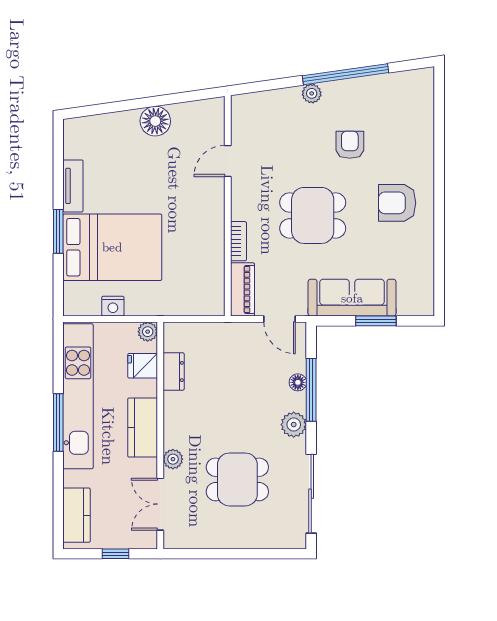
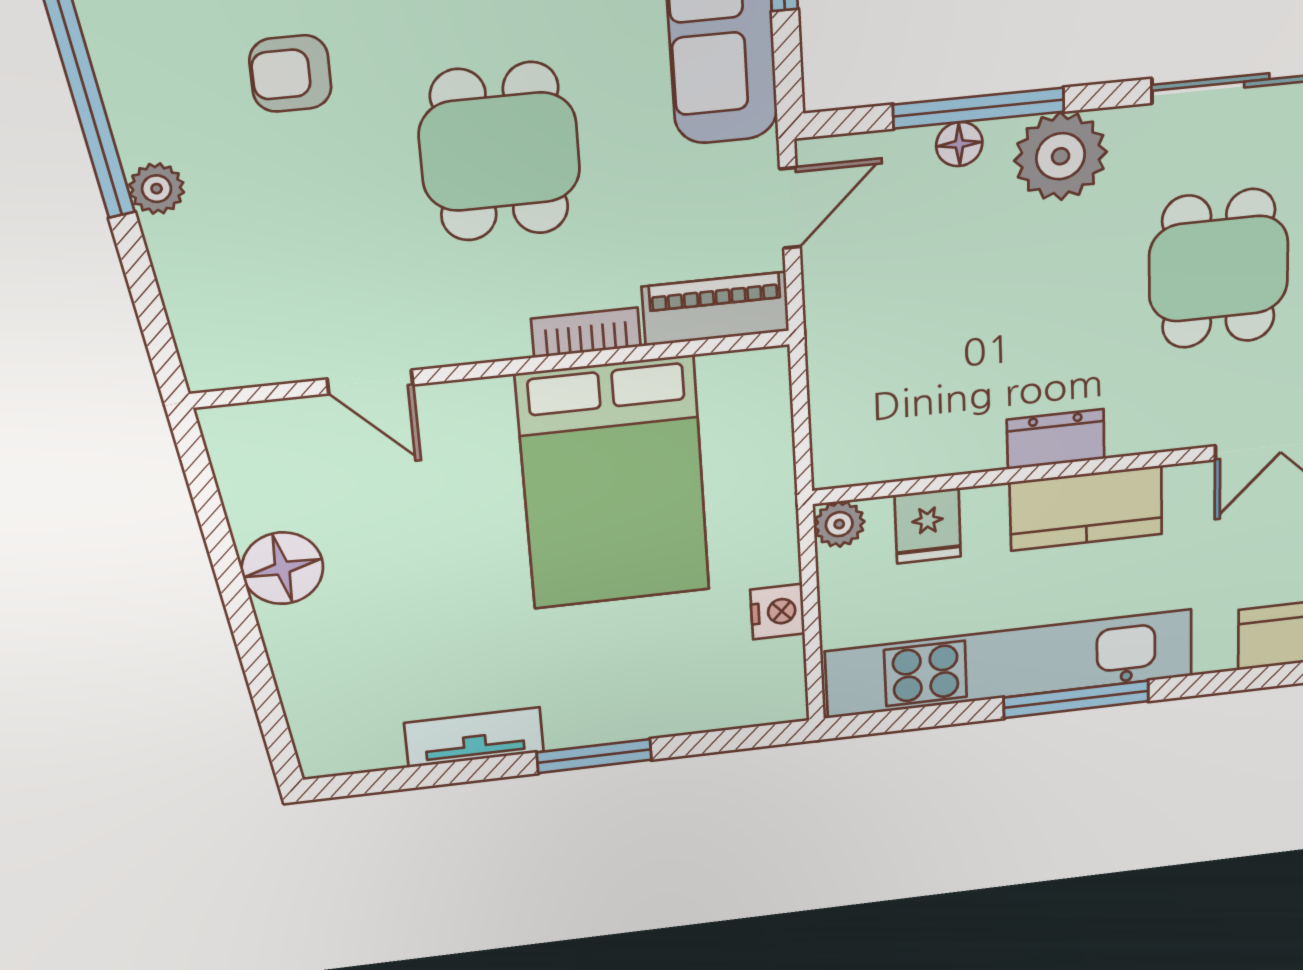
bed: (112, 247) -> (613, 483), moved, turned 180
dresser: (174, 372) -> (1056, 439), moved
plant: (294, 425) -> (1061, 156), width x1.36, depth x1.36
plant: (173, 459) -> (1166, 429), removed

